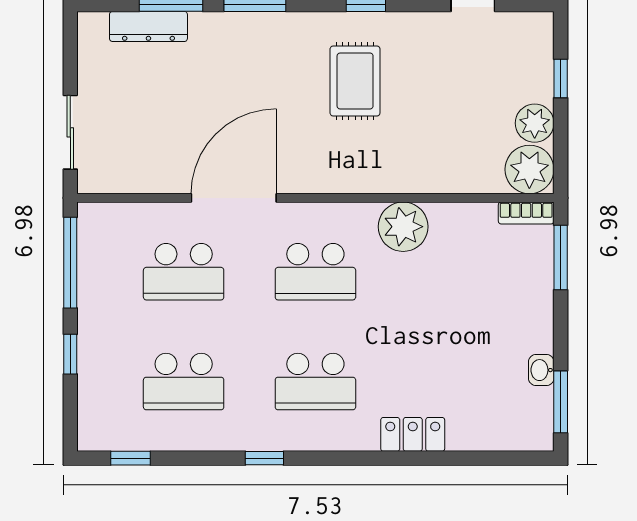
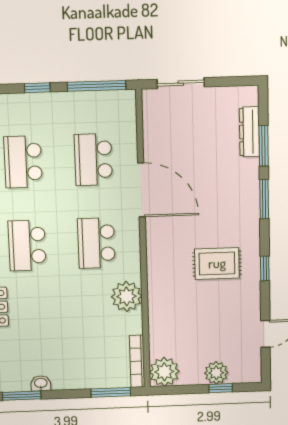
plant: (535, 123) -> (216, 373), moved
bookcase: (526, 213) -> (137, 361), width x1.56

